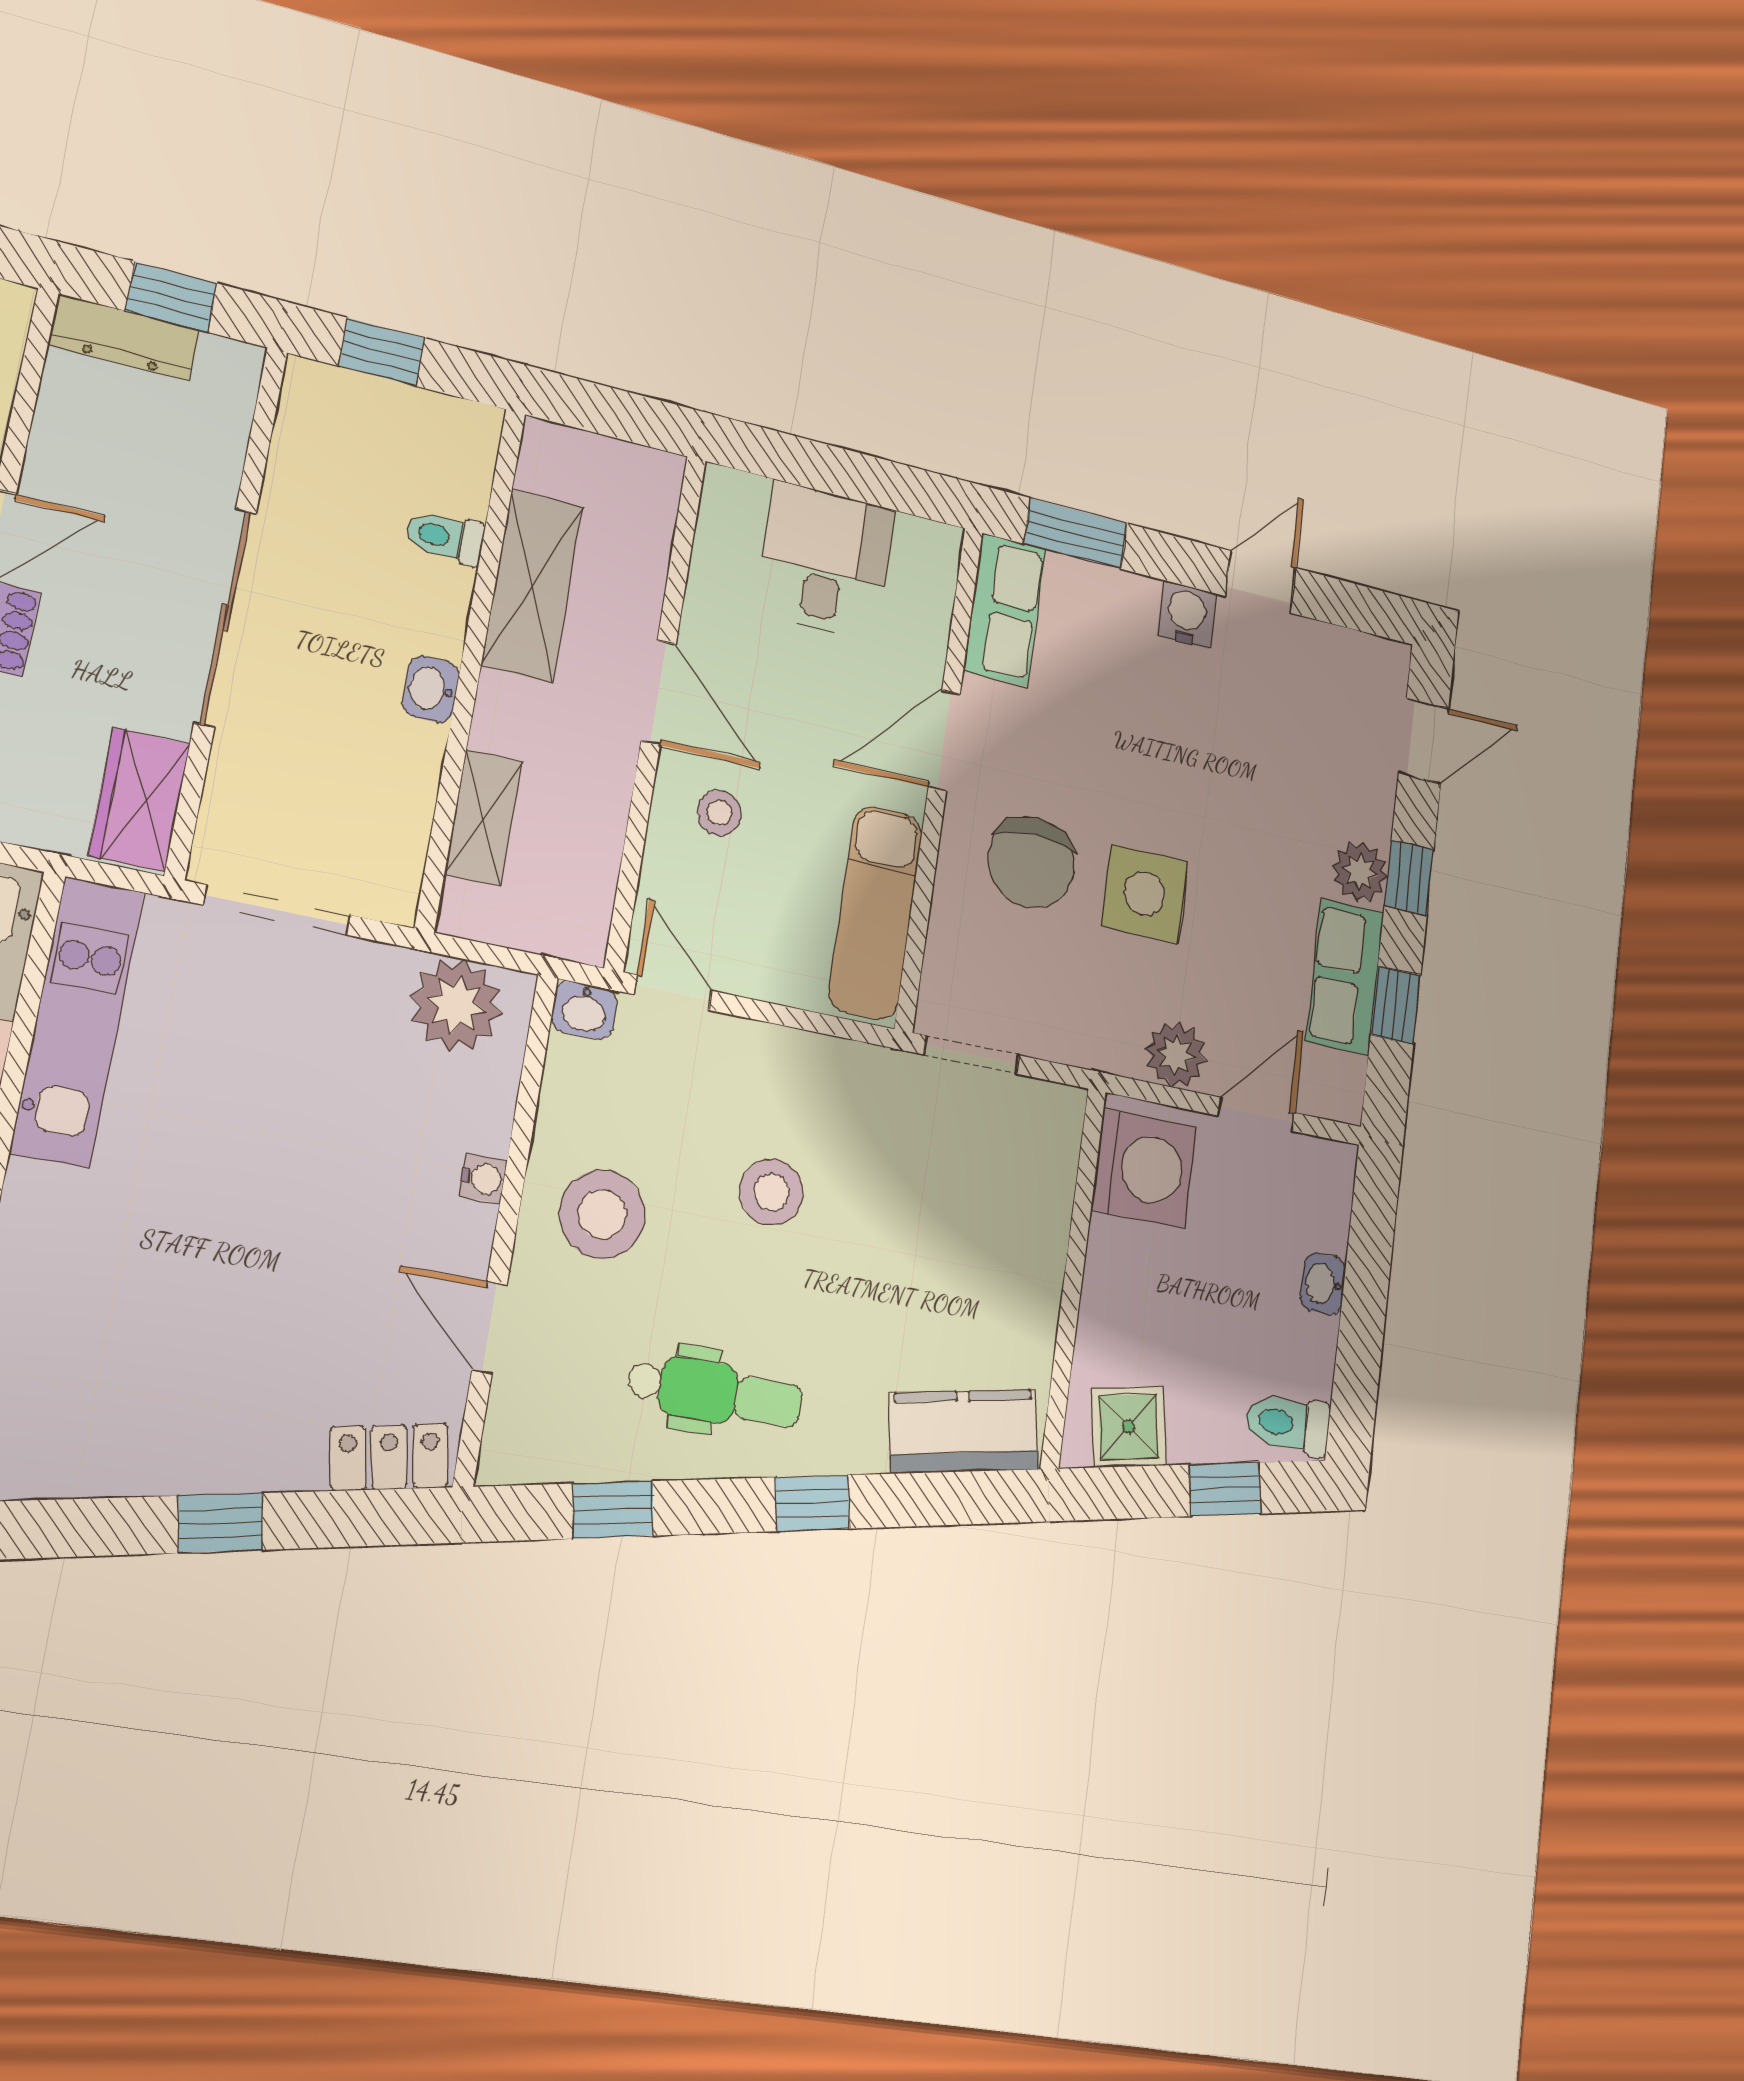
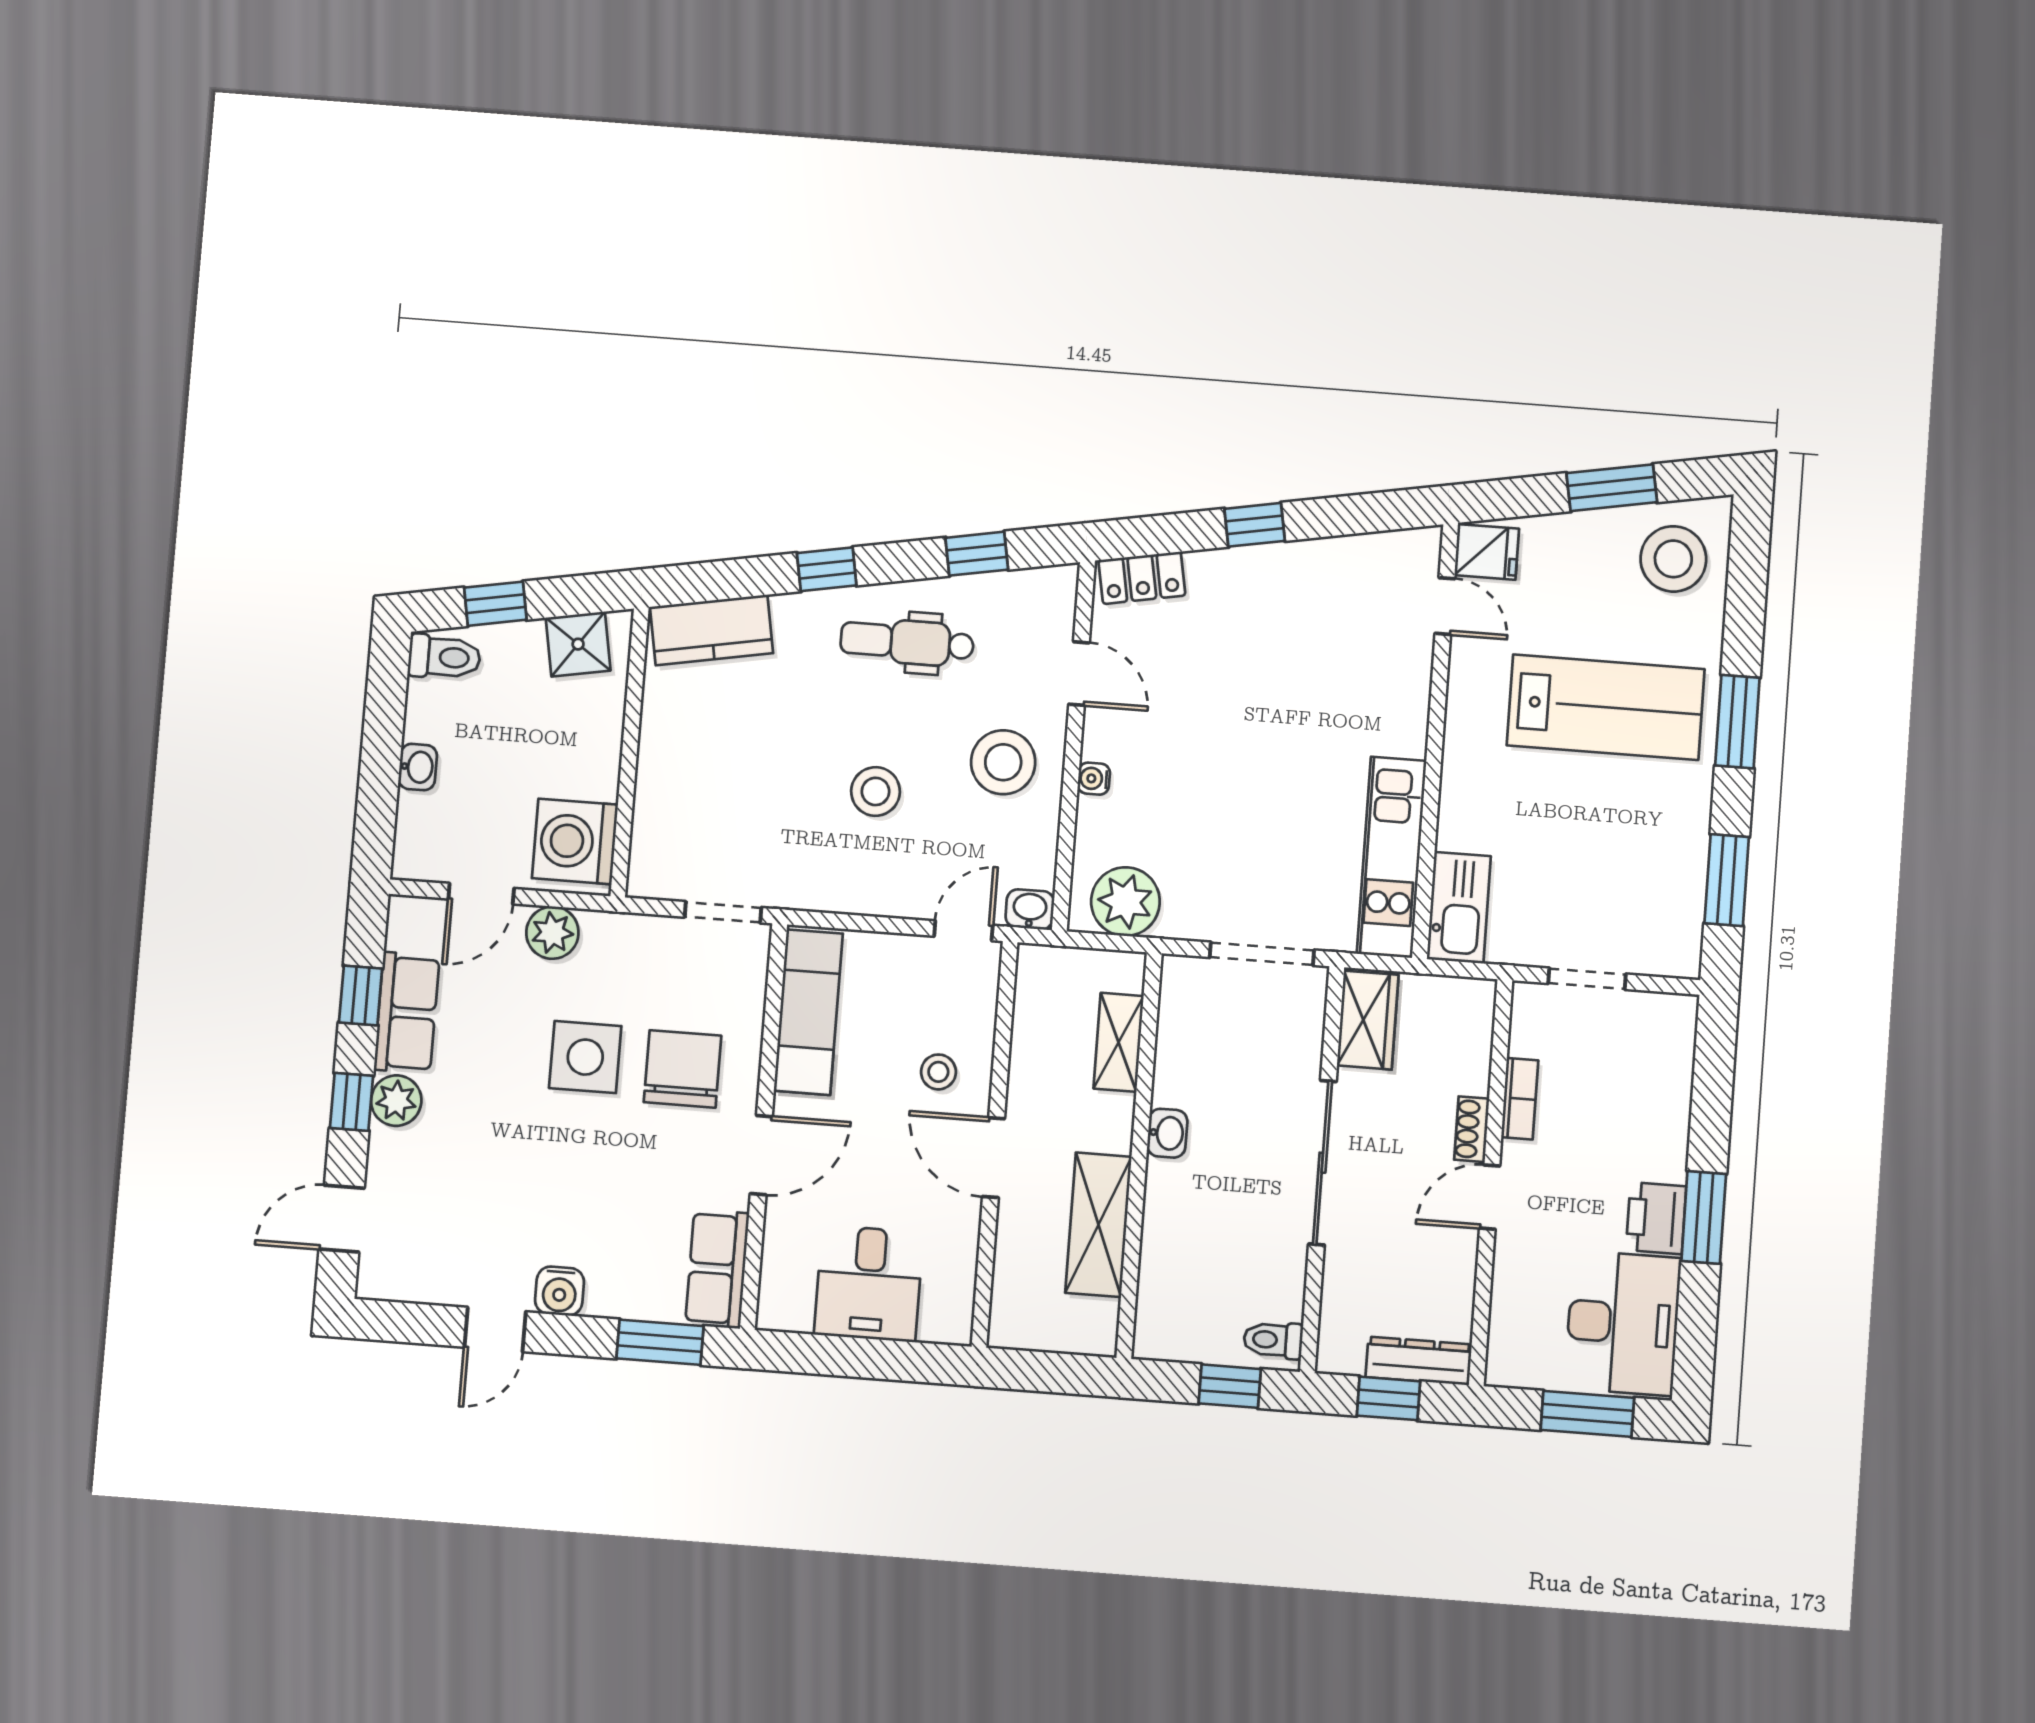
toilet: (445, 537) -> (1273, 1340), moved, turned 180
door: (673, 993) -> (963, 931), swing flipped

